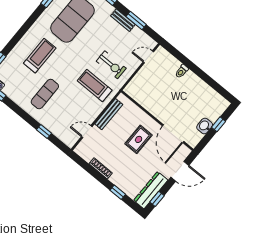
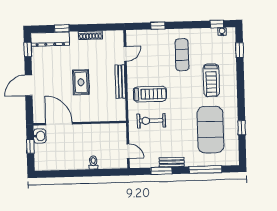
door: (148, 57) -> (128, 151), hinge flipped
wall: (157, 121) -> (80, 123), moved
door: (173, 134) -> (59, 124), moved
dresser: (151, 190) -> (50, 39), moved, turned 90

